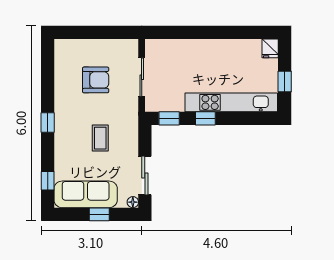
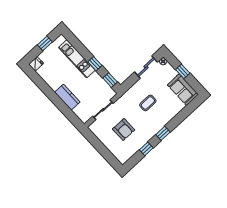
kitchen counter: (196, 49) -> (67, 97), added
armchair: (96, 80) -> (124, 129), turned 180
kitchen unit: (231, 102) -> (77, 59), width x0.73
window: (48, 181) -> (146, 149), moved
sofa: (86, 194) -> (183, 90), width x0.73

